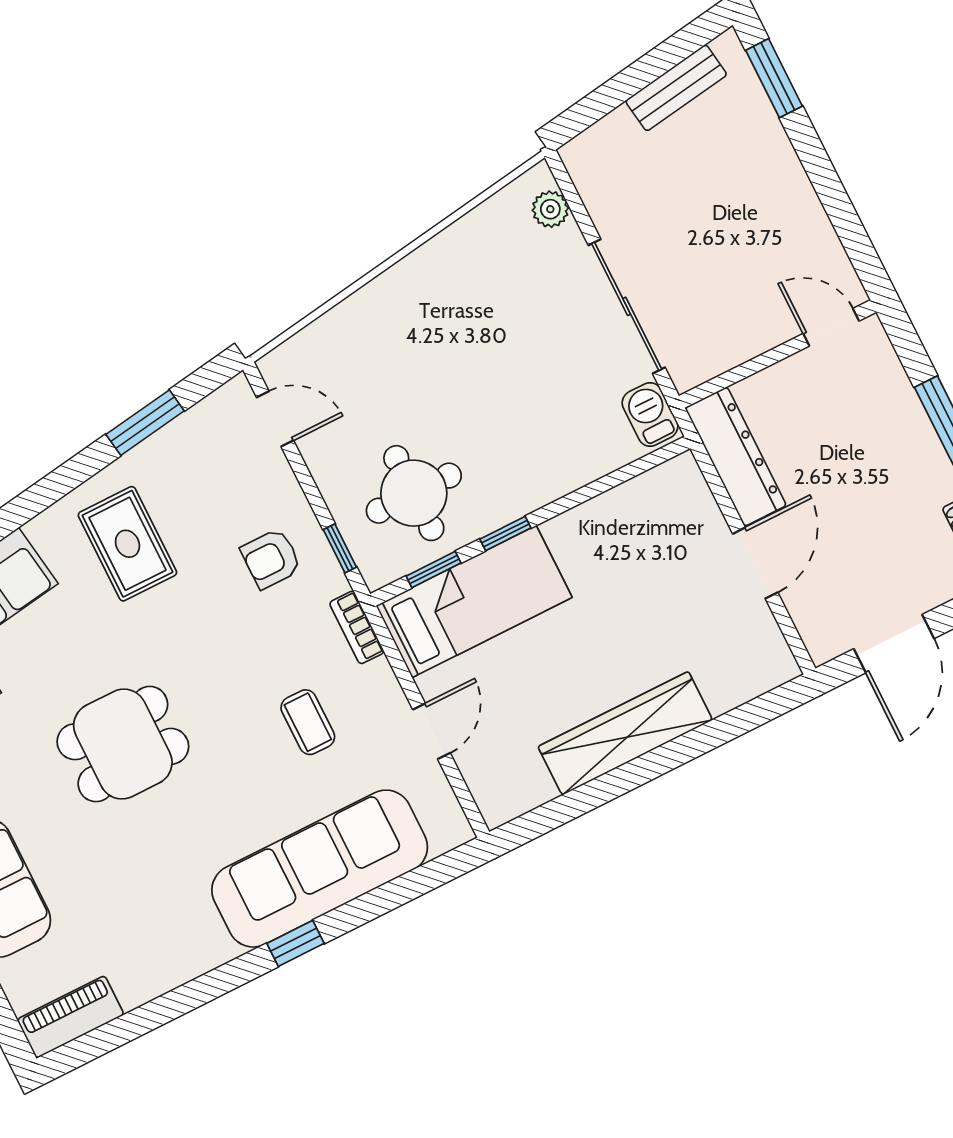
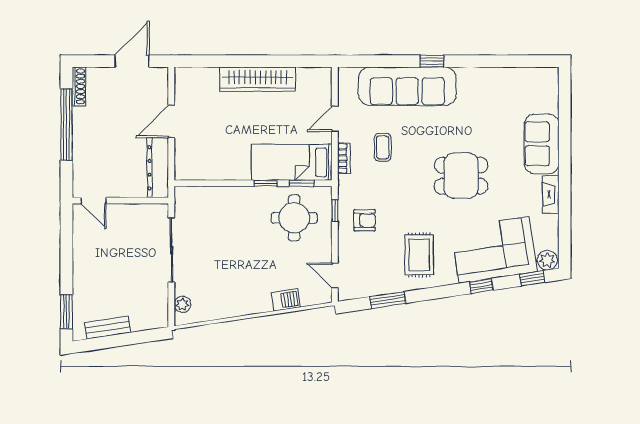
barbecue: (650, 415) -> (286, 300), moved, turned -99
bookcase: (357, 627) -> (344, 158), moved
piano: (71, 1017) -> (537, 77), removed

